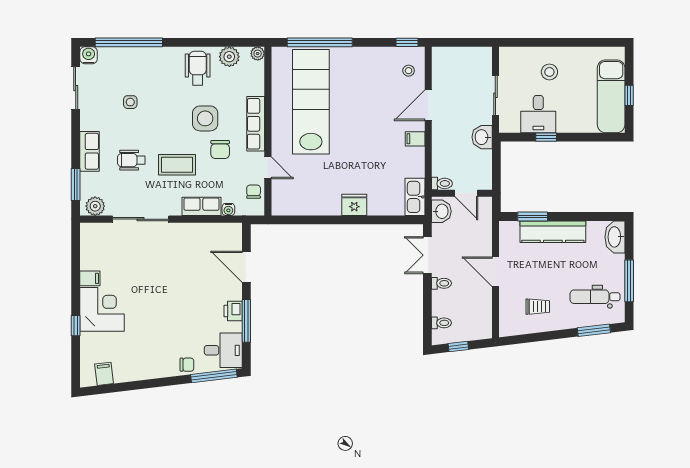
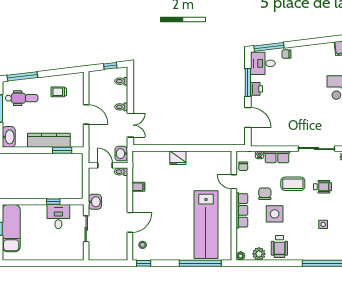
stool: (549, 72) -> (51, 244), removed
filing cabinet: (415, 139) -> (138, 187), moved
kitchen sink: (415, 197) -> (138, 163), removed
window: (594, 330) -> (22, 76), width x1.44

